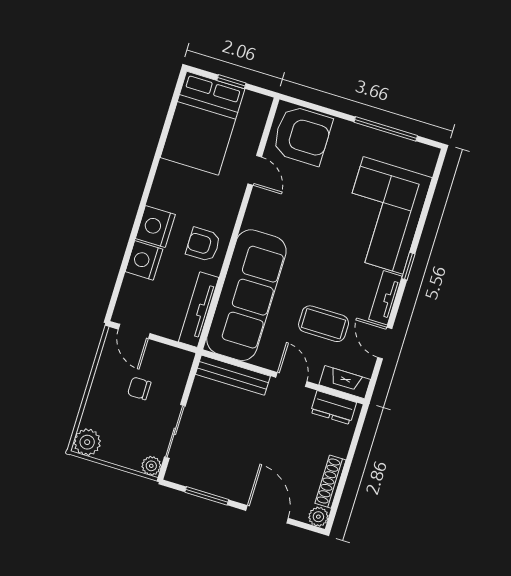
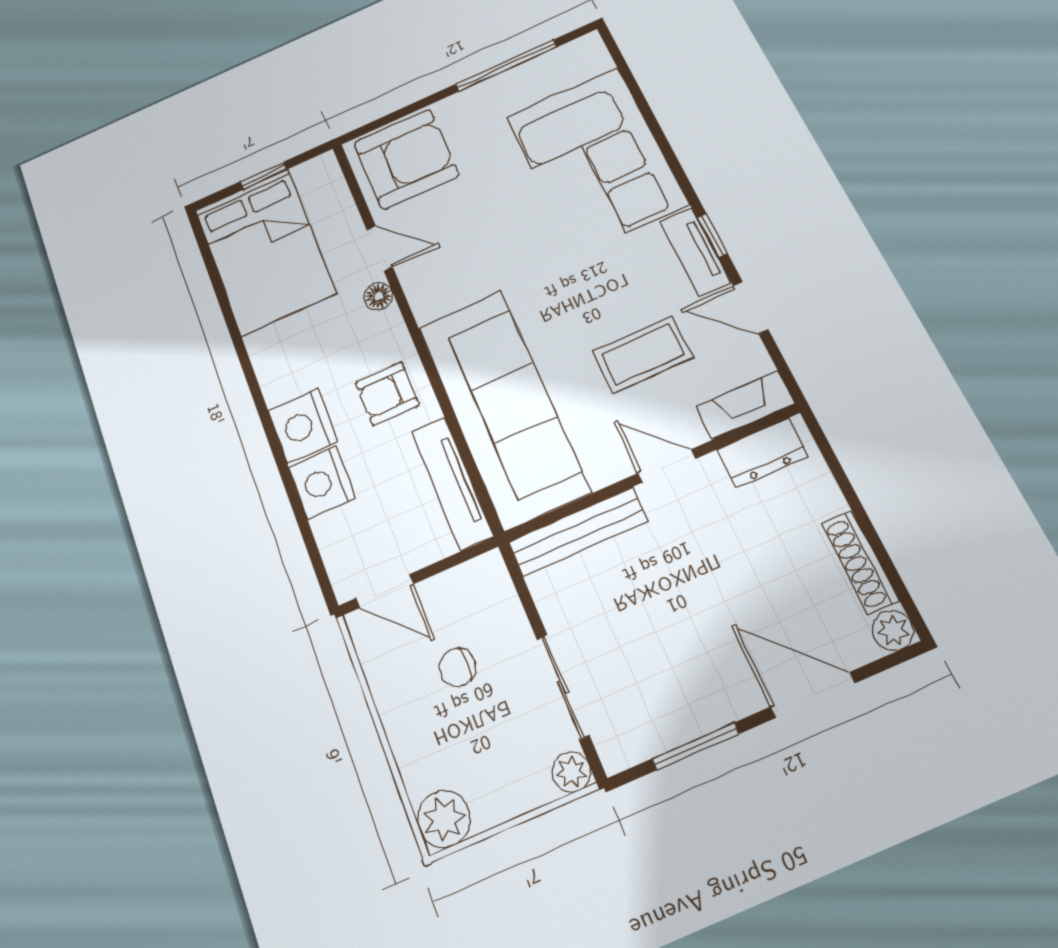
floor lamp: (236, 194) -> (378, 296), added
window: (408, 266) -> (712, 236), moved

